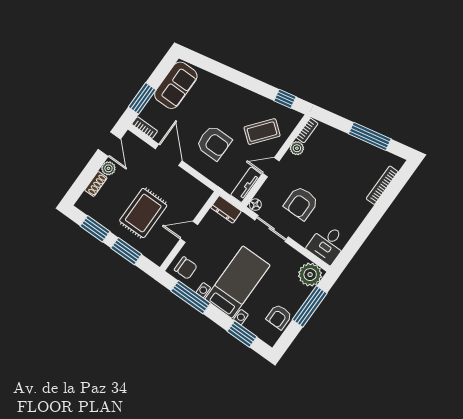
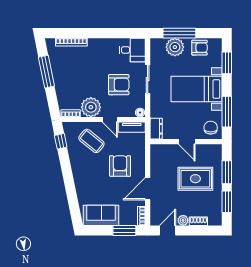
plant: (297, 148) -> (91, 107), width x1.88, depth x1.88
sliding door: (272, 229) -> (148, 79), moved
plant: (310, 275) -> (175, 47), moved

